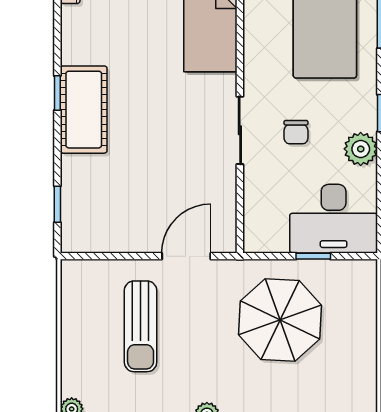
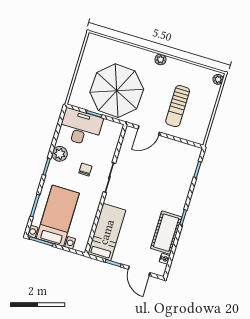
cot: (84, 110) -> (166, 233), moved
parasol: (280, 320) -> (117, 91), width x1.36, depth x1.36
sun lounger: (141, 326) -> (178, 106), turned 180

